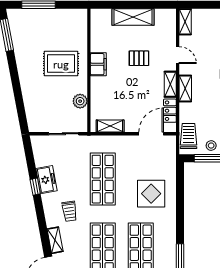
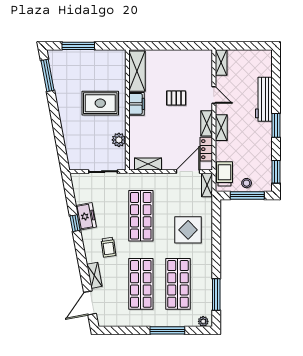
shelving: (133, 17) -> (137, 71), moved, turned 90
shelving: (171, 147) -> (207, 185), added

